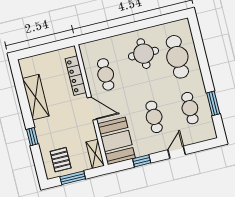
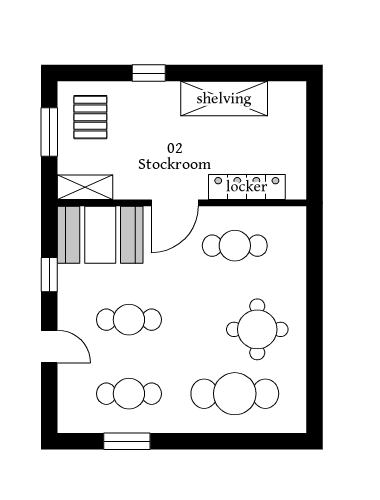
pallet: (61, 160) -> (90, 117), turned 90

